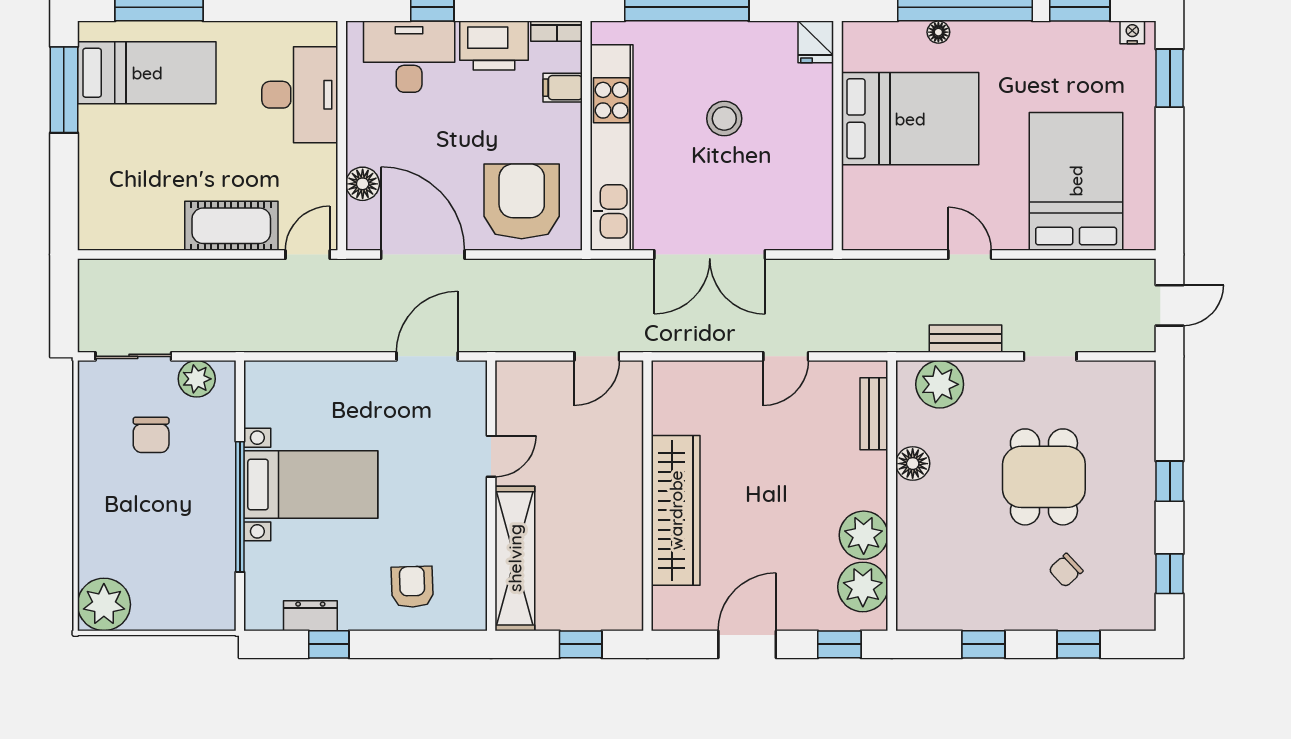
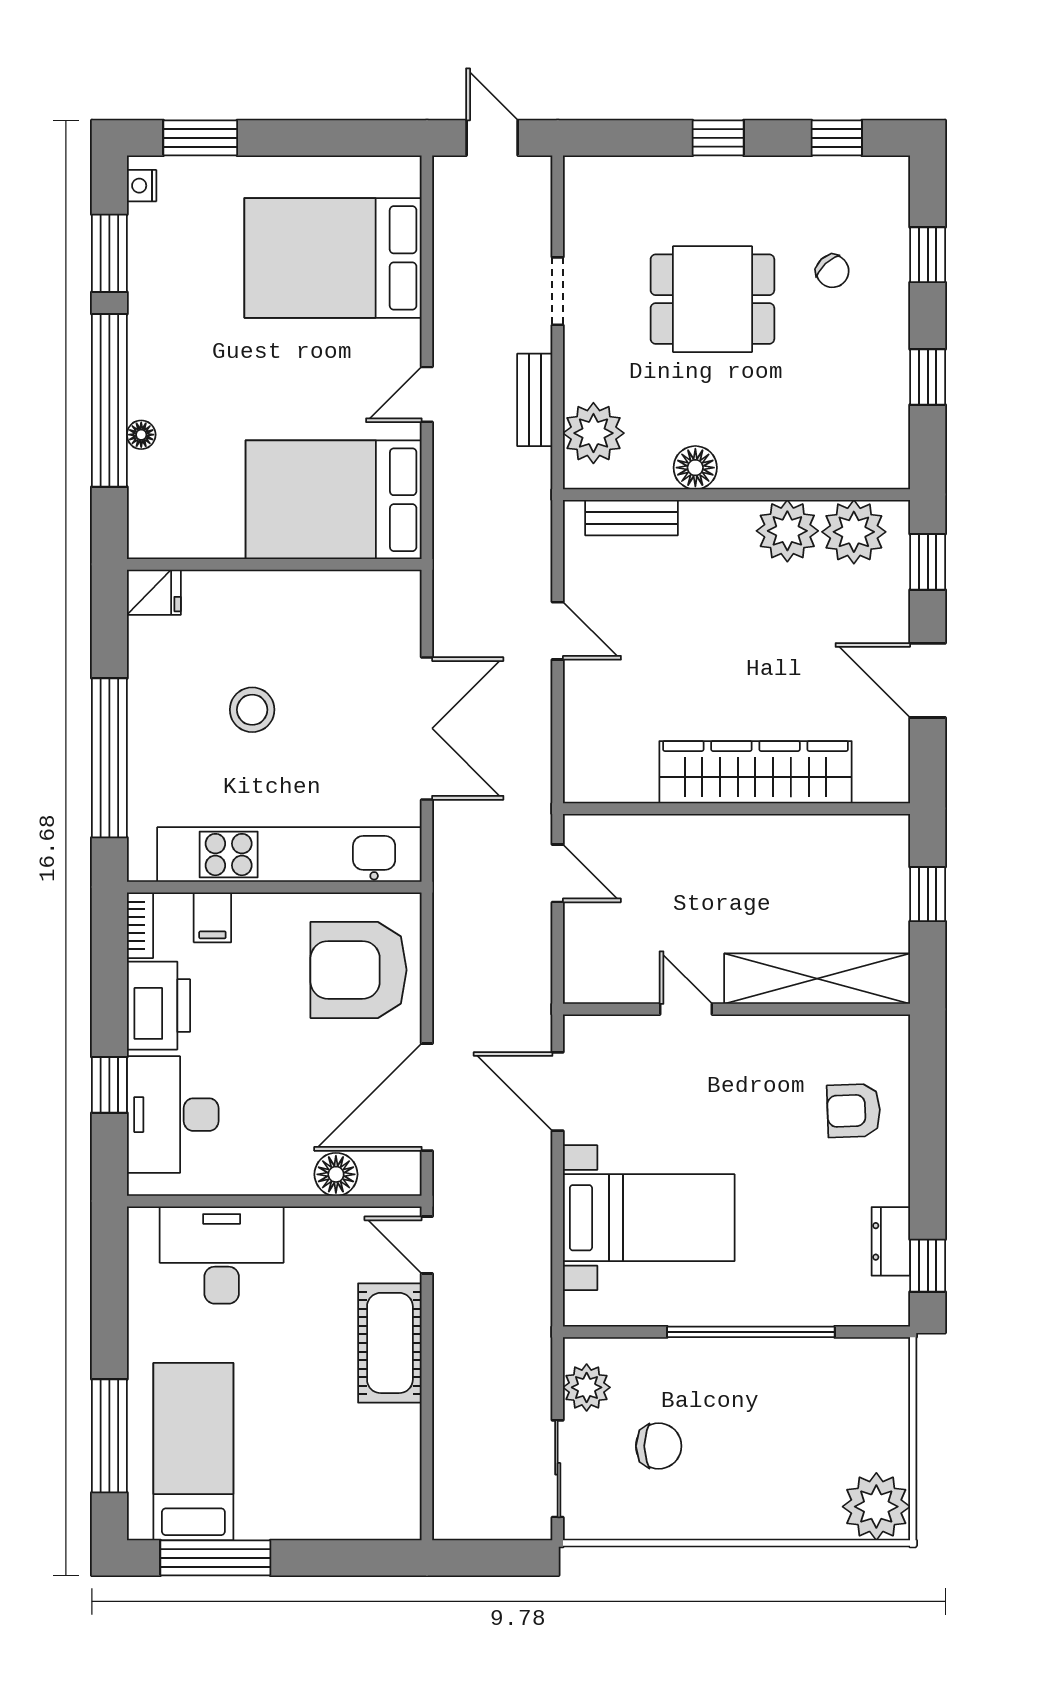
bed: (910, 119) -> (334, 500), moved, turned -90
bed with nightstands: (311, 485) -> (649, 1218), moved, turned 90
window: (329, 644) -> (928, 1266), moved

